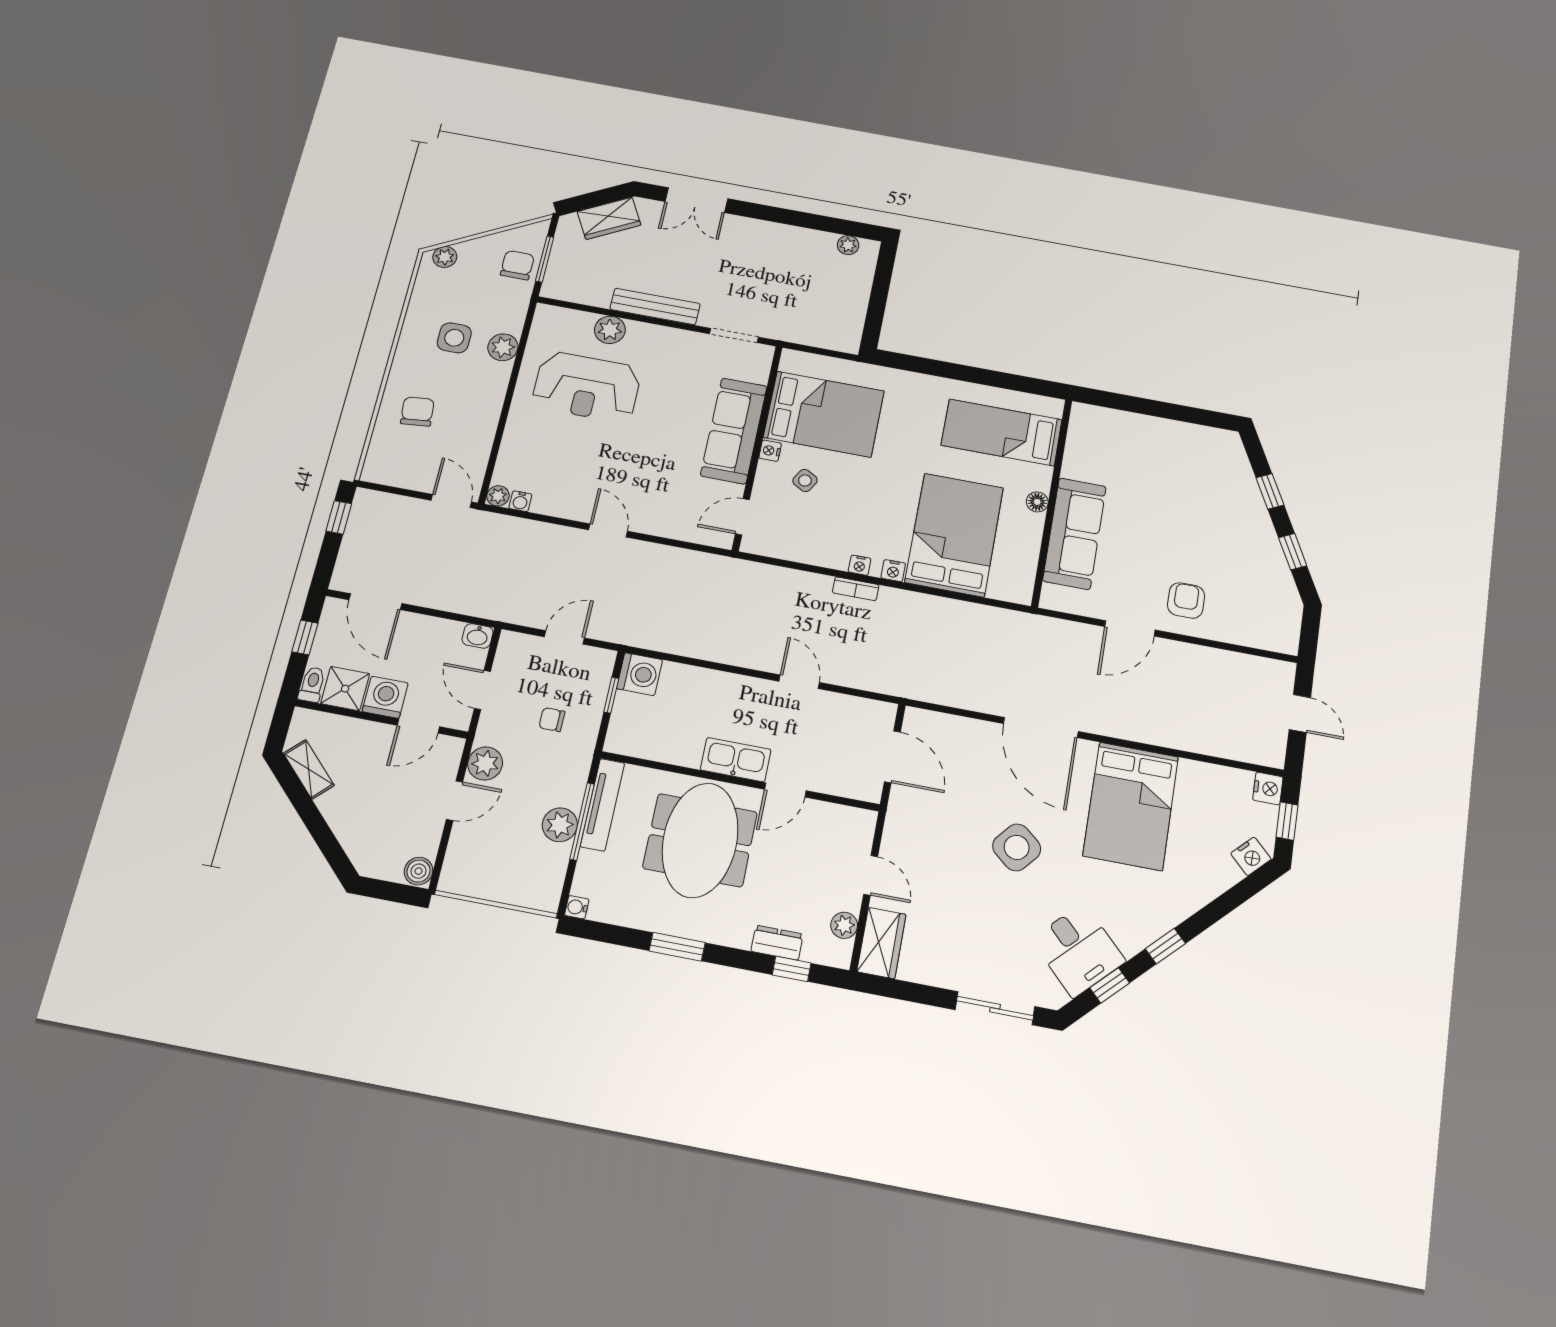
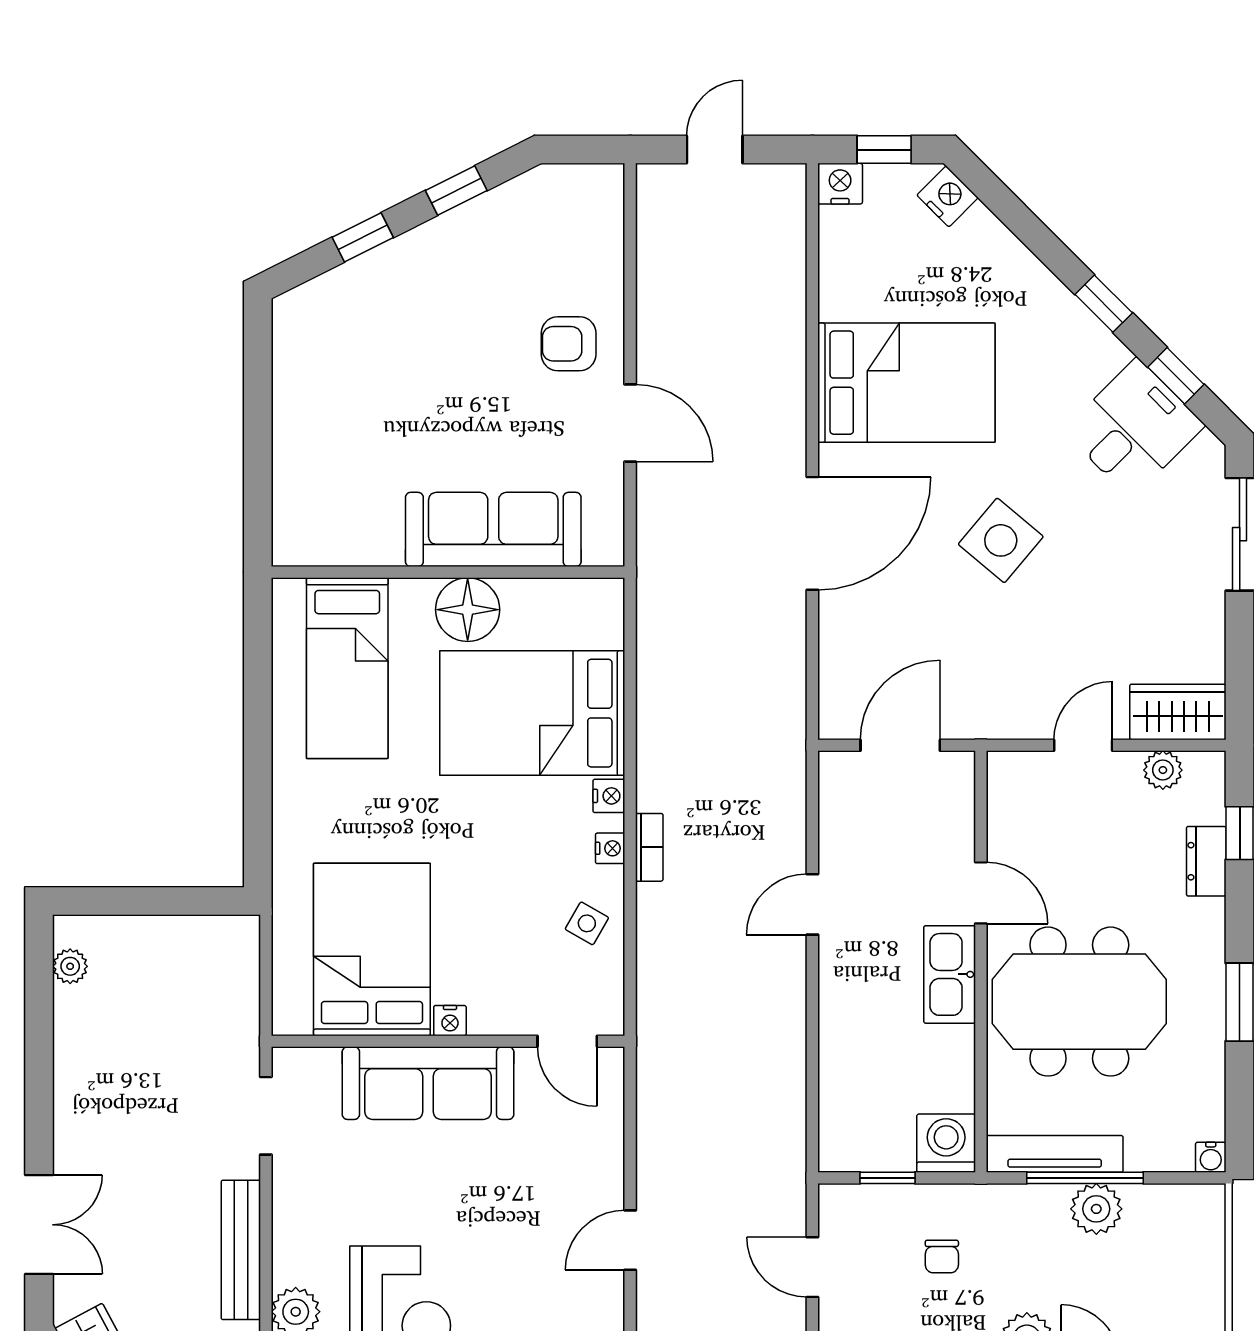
side table: (805, 480) -> (587, 923), moved
floor lamp: (1037, 502) -> (468, 610), width x1.89, depth x1.89
washing machine: (640, 674) -> (946, 1143), moved

